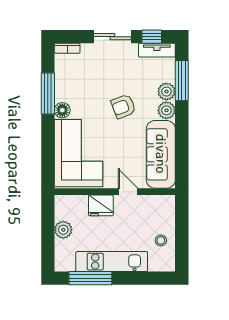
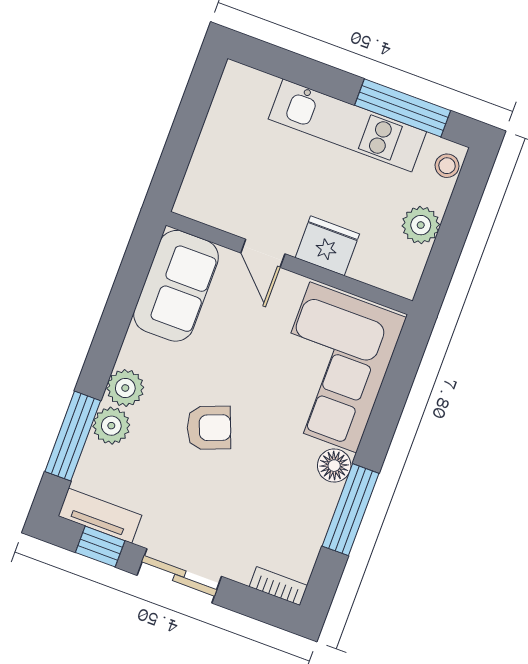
sofa: (161, 154) -> (176, 286), width x0.73
stool: (161, 240) -> (447, 166), moved

